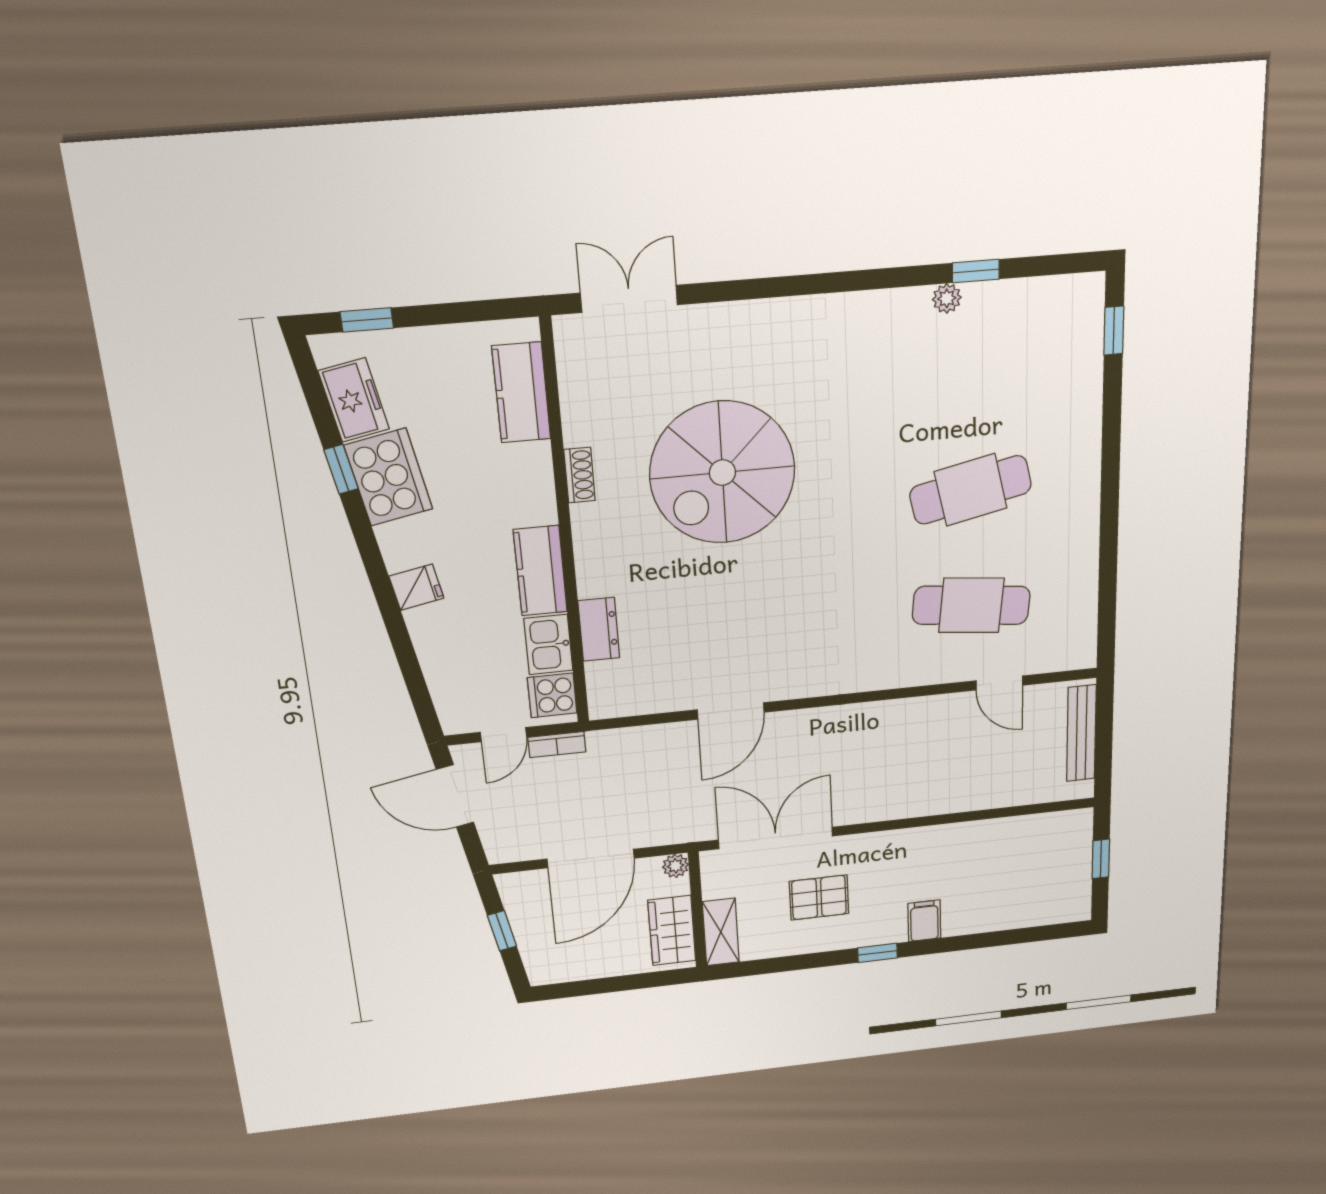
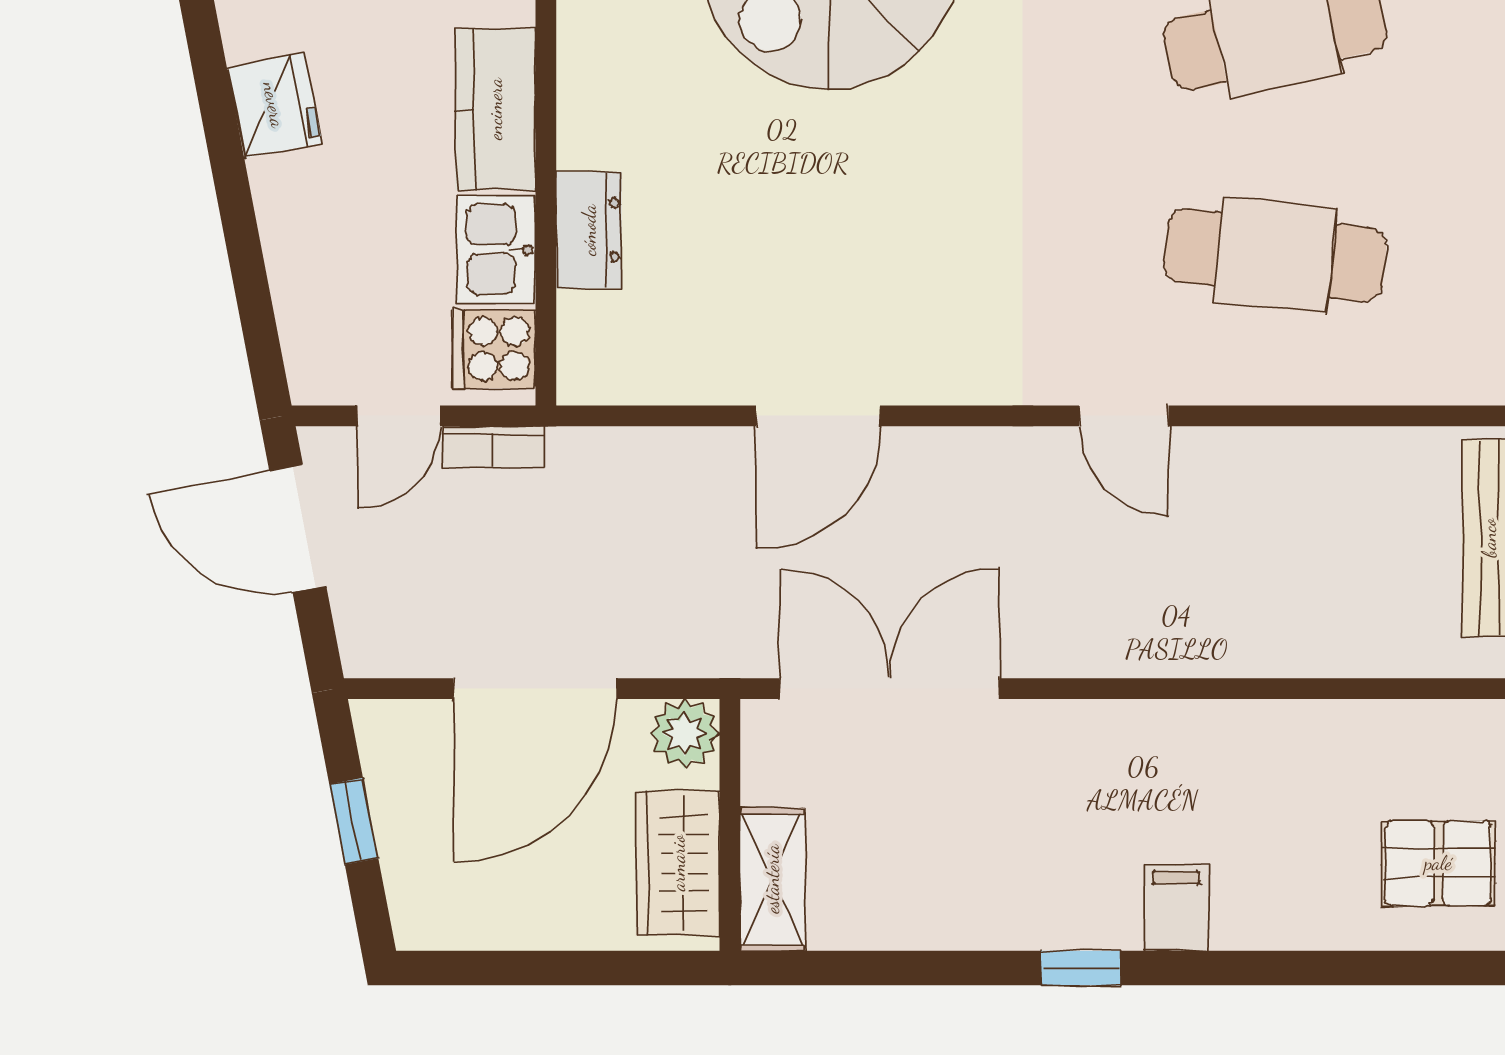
fridge: (416, 587) -> (274, 105), width x1.38
door: (999, 683) -> (1124, 416), moved
plant: (676, 866) -> (685, 734), width x1.38, depth x1.38
pallet: (819, 897) -> (1438, 863), moved

